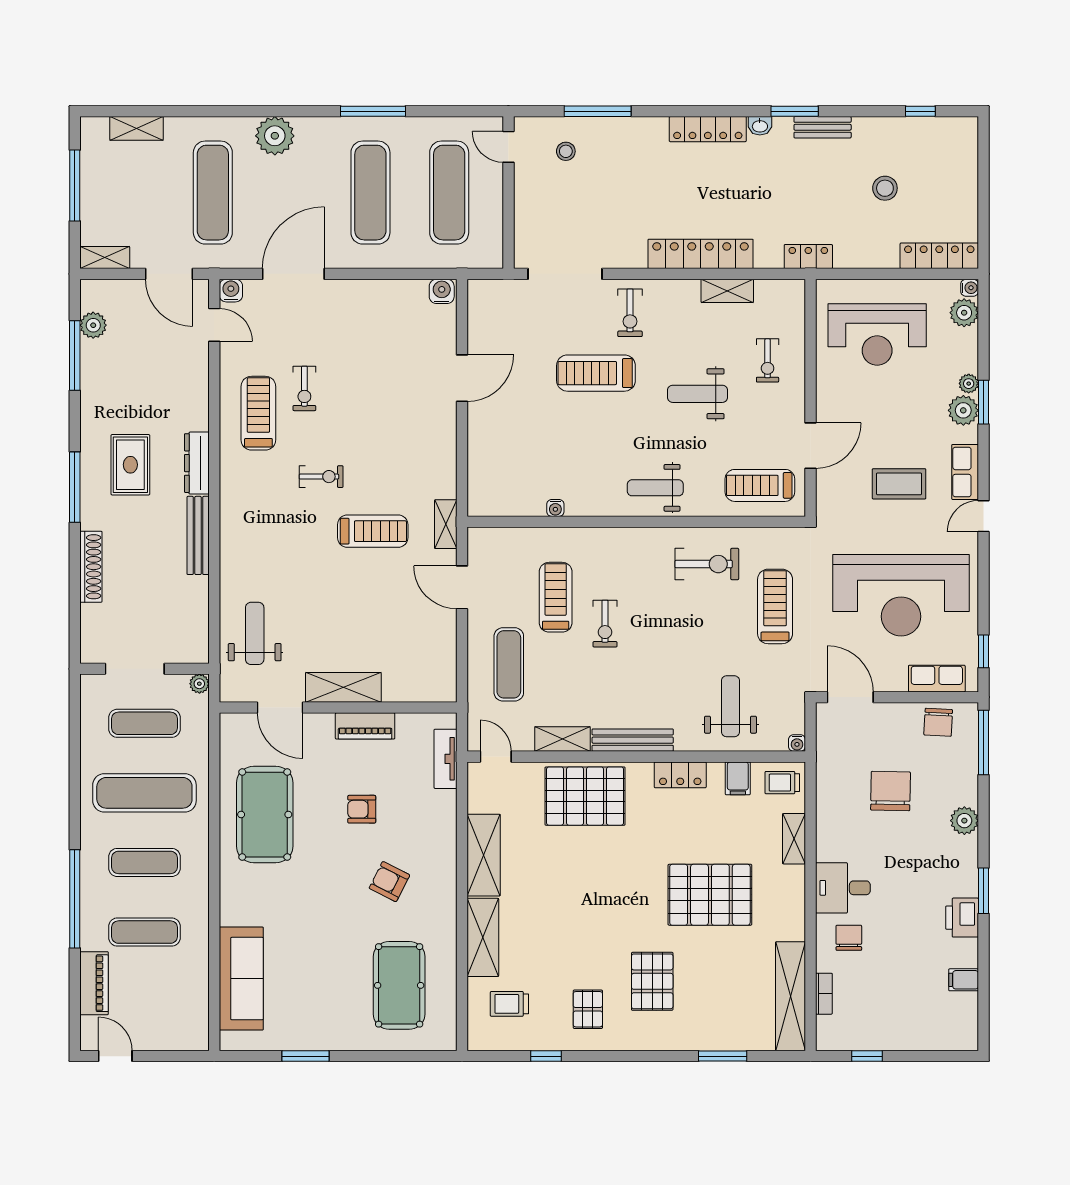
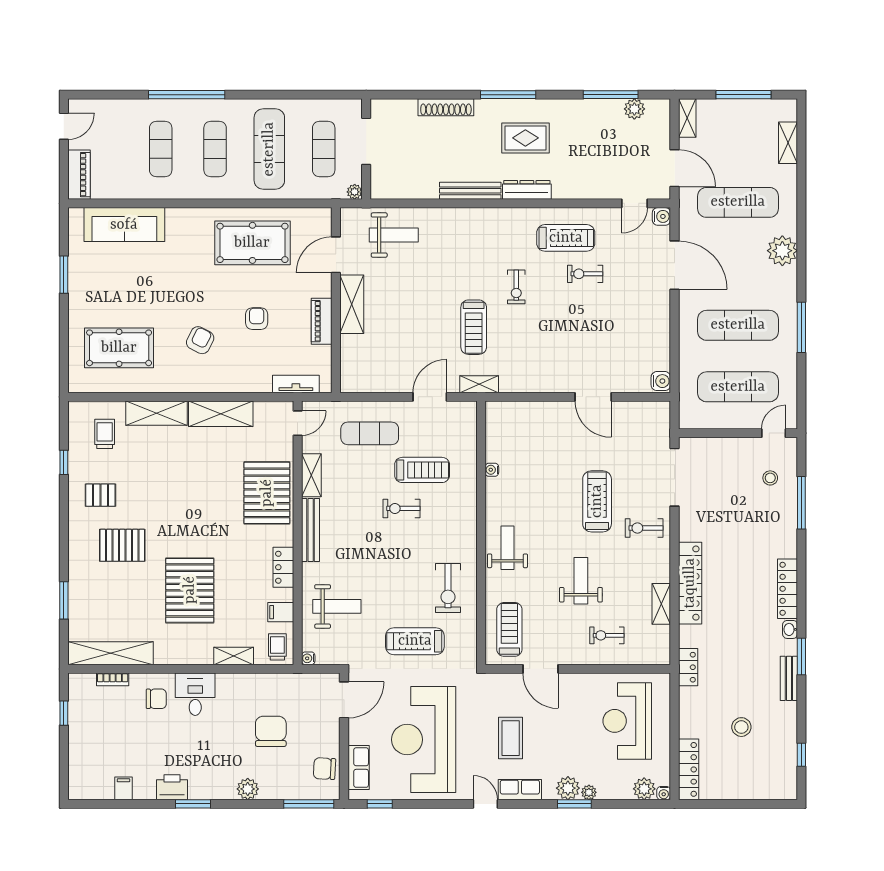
door: (169, 274) -> (675, 168), swing flipped
treadmill: (775, 606) -> (415, 641), turned 180
chair: (890, 791) -> (271, 731), turned -91
piano: (94, 983) -> (79, 175), moved, turned -90

